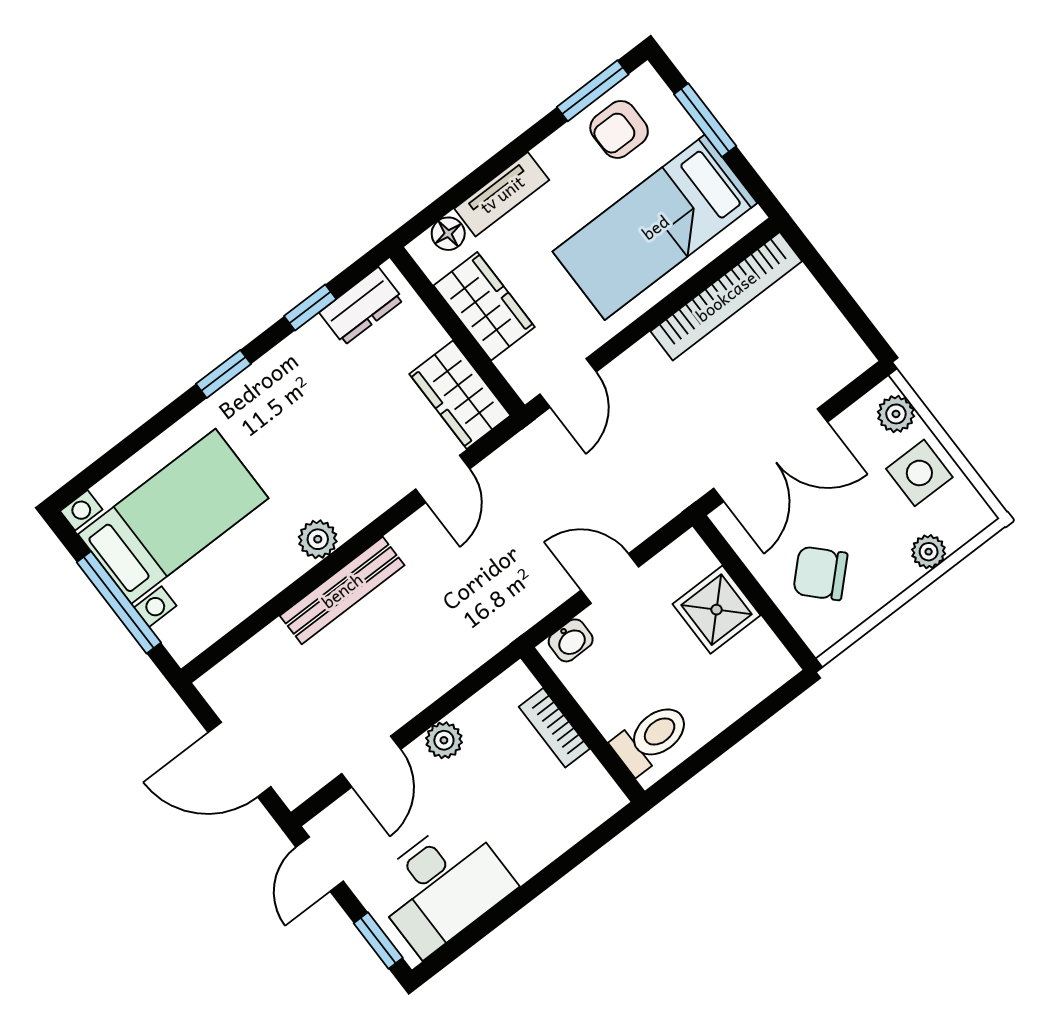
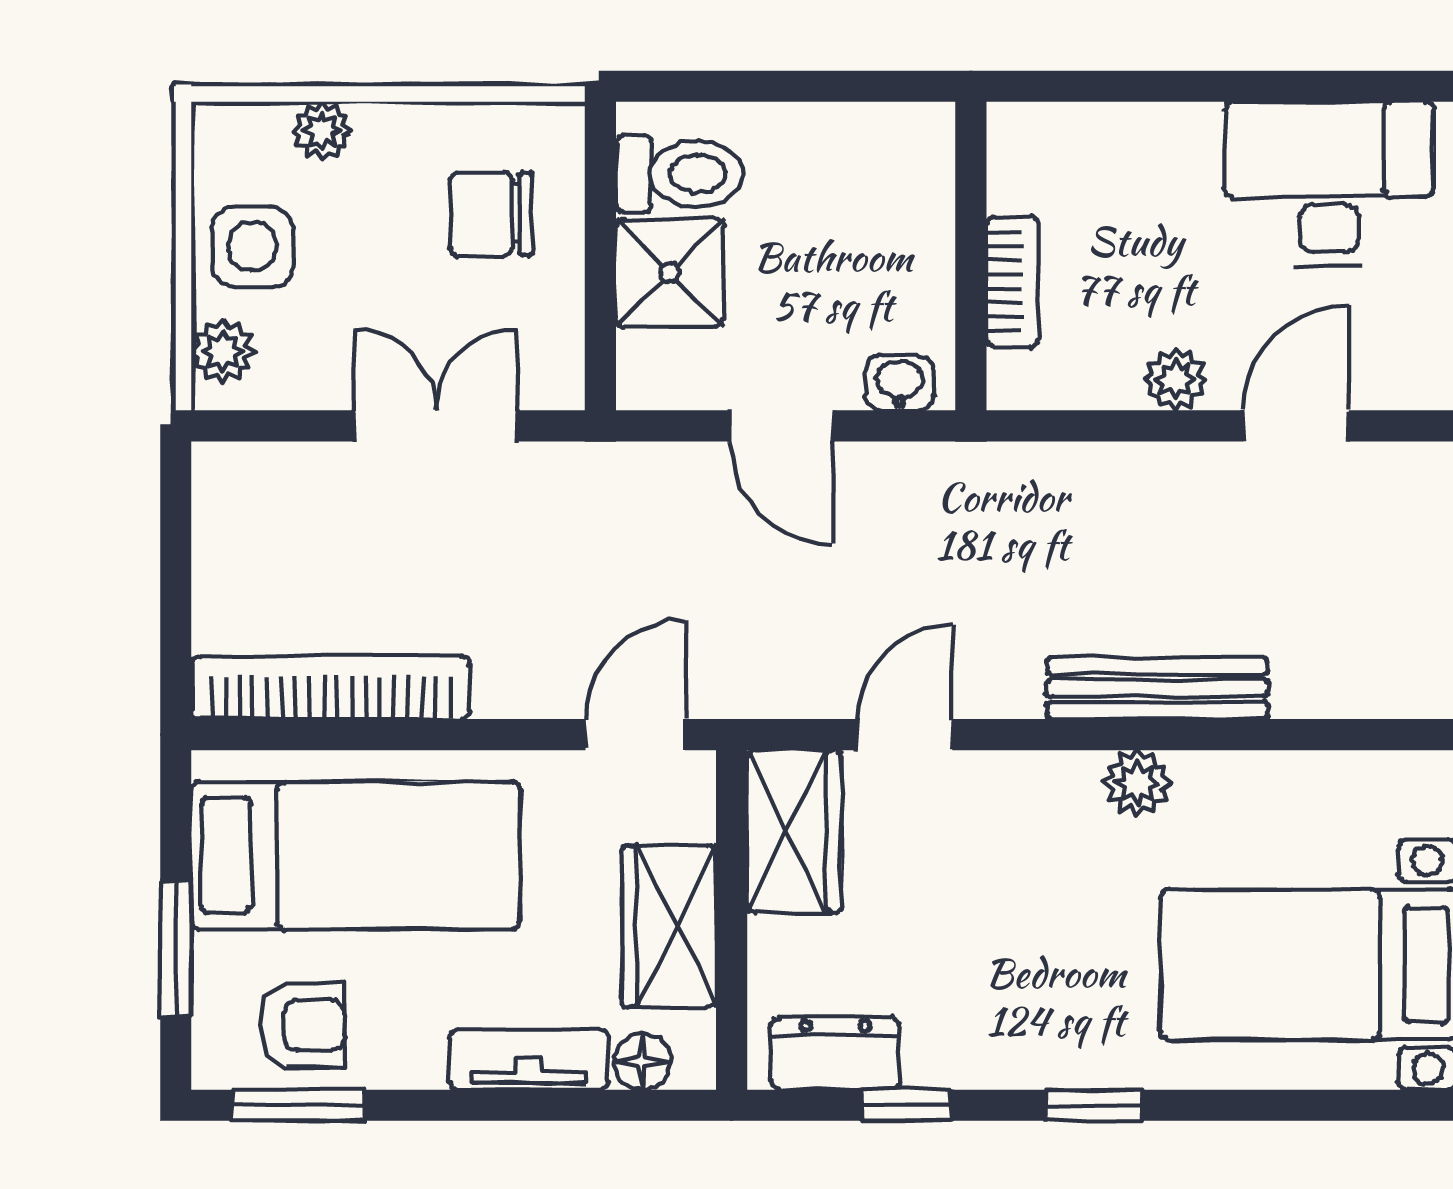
double door: (771, 455) -> (436, 426), width x0.73
chair: (820, 573) -> (491, 214), turned 134
toilet: (651, 738) -> (680, 174), moved, turned 180

